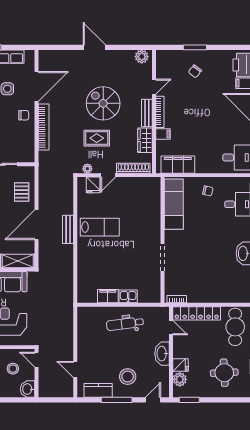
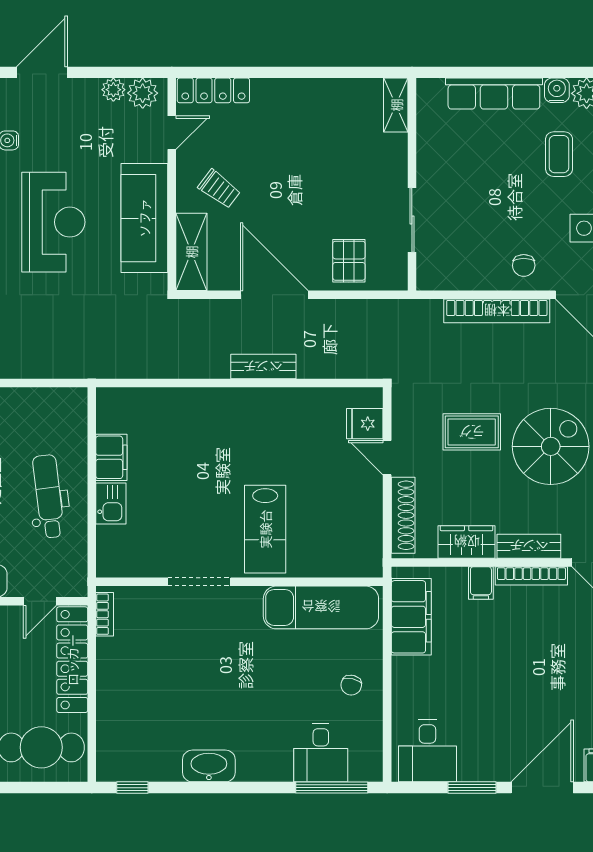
rug: (97, 138) -> (472, 432), turned 90
plant: (87, 169) -> (402, 411), removed
pallet: (22, 192) -> (349, 261), turned 90
lab bench: (100, 227) -> (265, 529), moved

